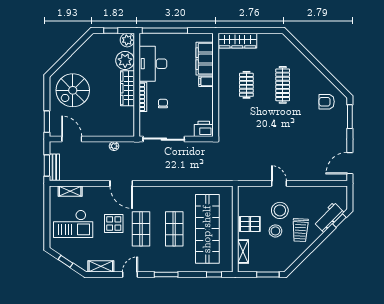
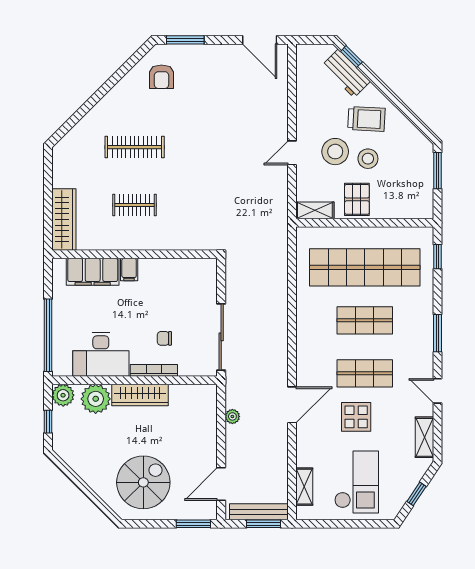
spiral stairs: (73, 90) -> (143, 482), turned -90
printer: (204, 129) -> (205, 273), removed
bench: (54, 167) -> (258, 512), width x1.36
shelving: (243, 252) -> (315, 210), moved

